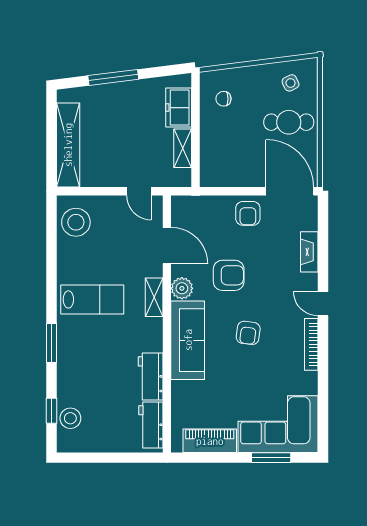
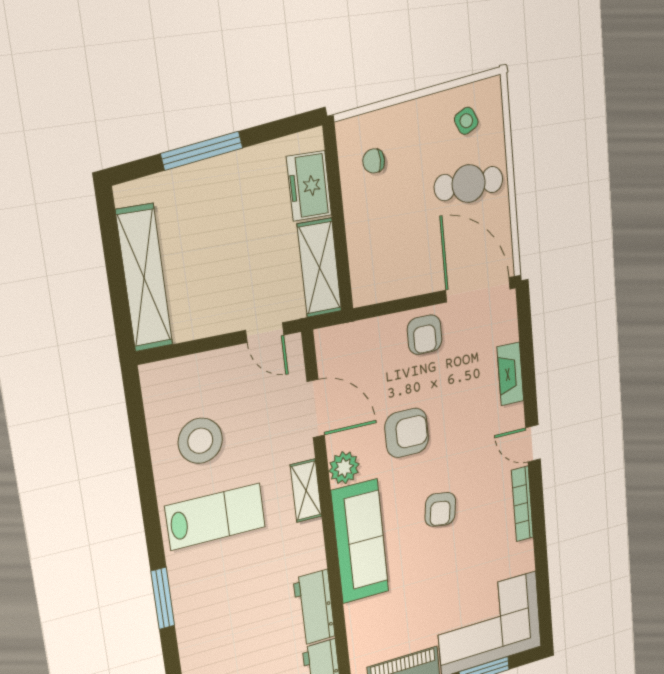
shelving: (183, 148) -> (319, 268), width x1.50, depth x1.33
stool: (76, 222) -> (200, 441), moved

